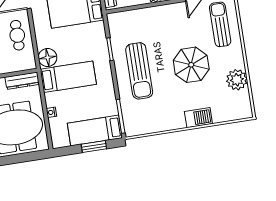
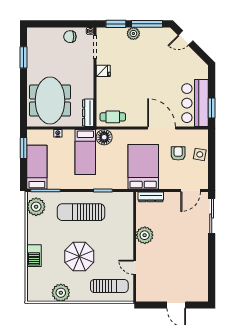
cafe table: (17, 35) -> (113, 117), moved
plant: (141, 124) -> (36, 207), added
window: (94, 147) -> (24, 148), moved

